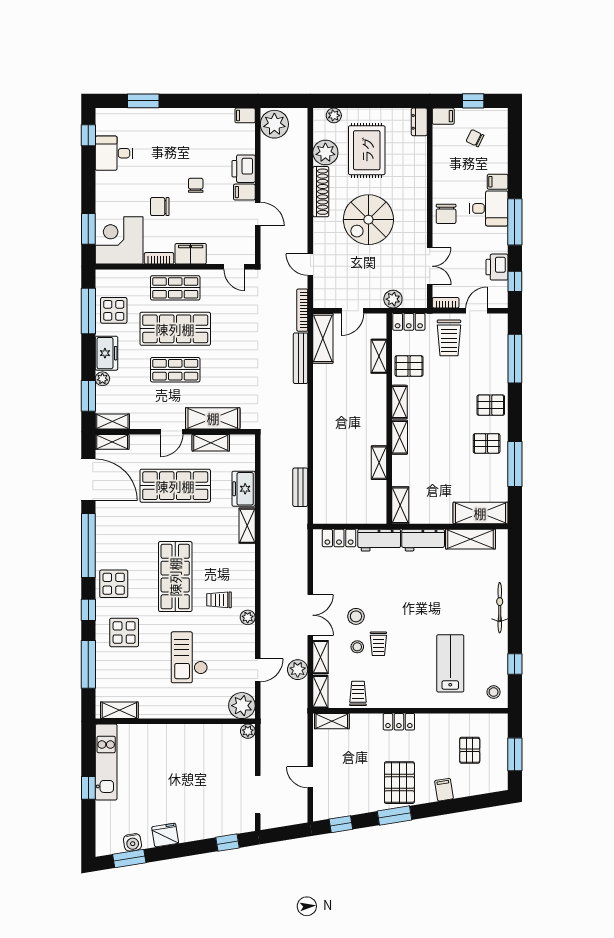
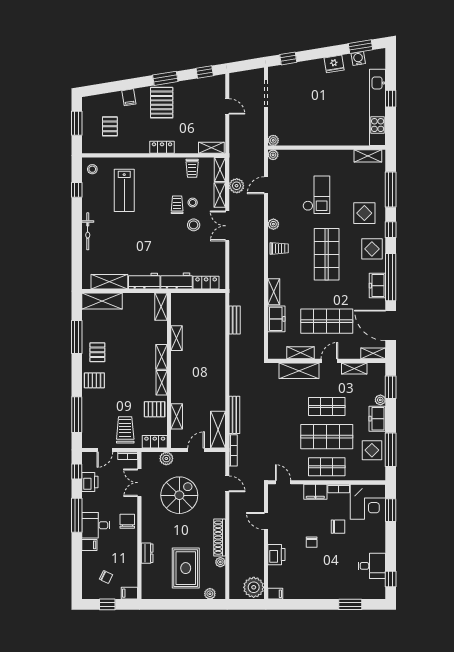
dresser: (419, 122) -> (147, 553), moved
plant: (325, 153) -> (220, 562), width x0.53, depth x0.53
filing cabinet: (244, 192) -> (276, 537), removed
spiral stairs: (368, 220) -> (179, 495), moved
shelving: (112, 421) -> (354, 368), moved
pallet: (487, 443) -> (97, 352), turned 90
freezer: (106, 534) -> (377, 286), added
trolley: (219, 600) -> (279, 248), moved
plant: (242, 706) -> (273, 155), width x0.53, depth x0.53
kitchen unit: (106, 762) -> (378, 107), width x1.36

